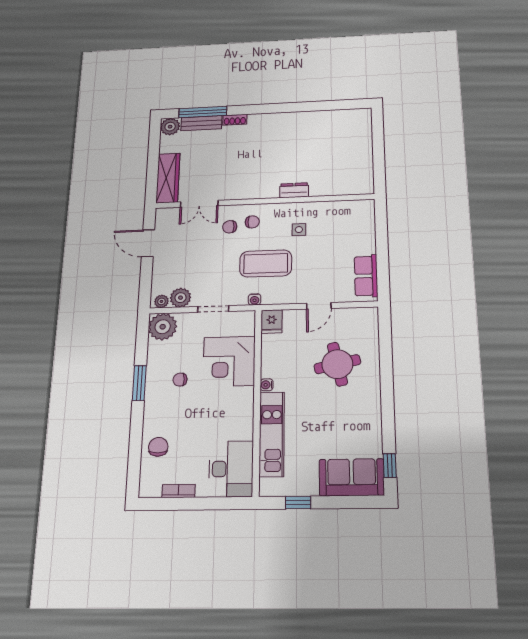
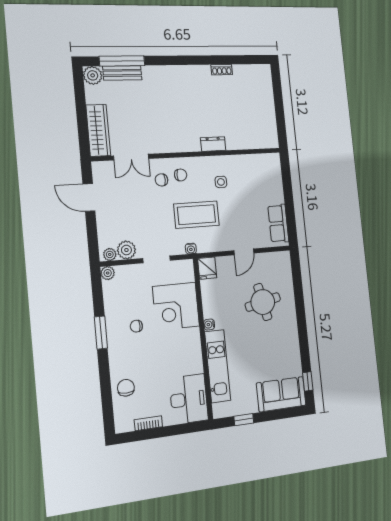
shoe rack: (235, 120) -> (222, 70), moved
plant: (163, 327) -> (108, 273), width x0.53, depth x0.53

